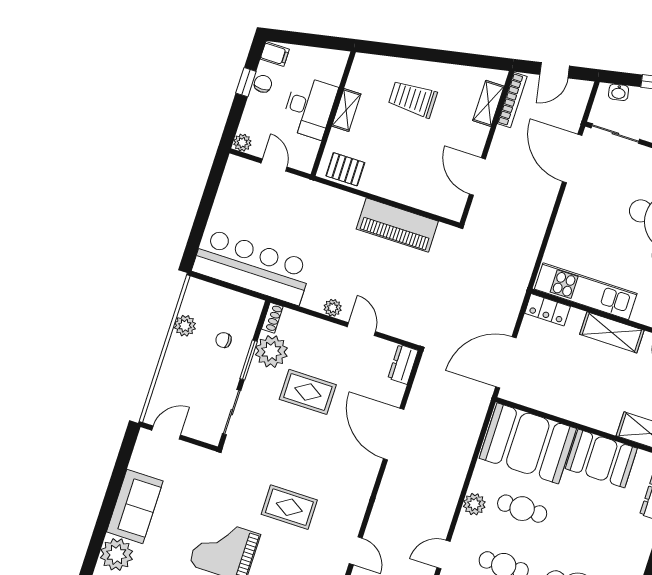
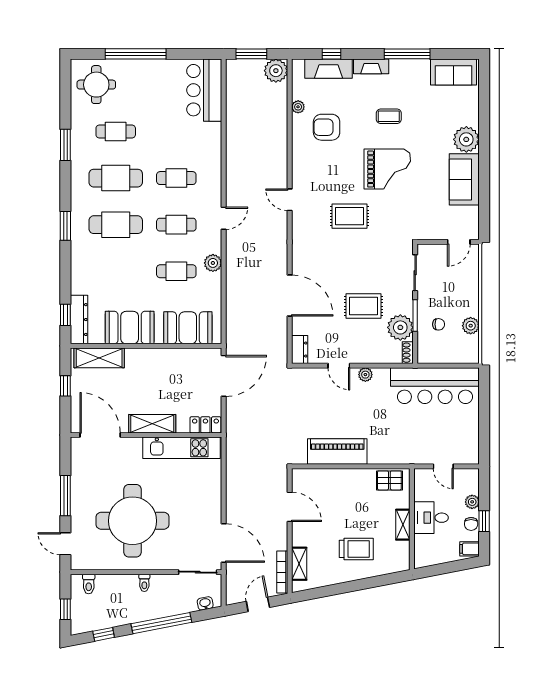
desk: (309, 107) -> (431, 518), width x0.73
plant: (242, 143) -> (472, 502), moved
booth: (528, 443) -> (188, 328), width x0.73, depth x0.70

